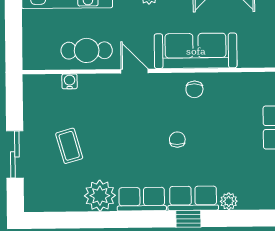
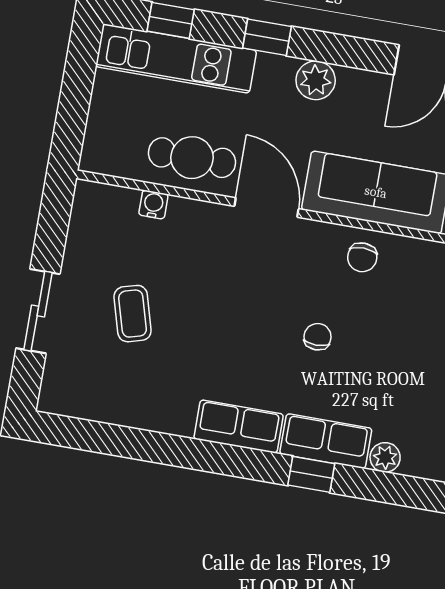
door: (134, 71) -> (266, 207), width x1.38
plant: (100, 196) -> (169, 407), removed

